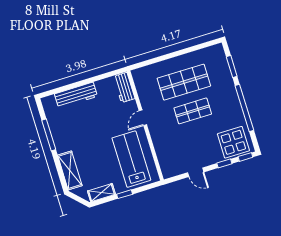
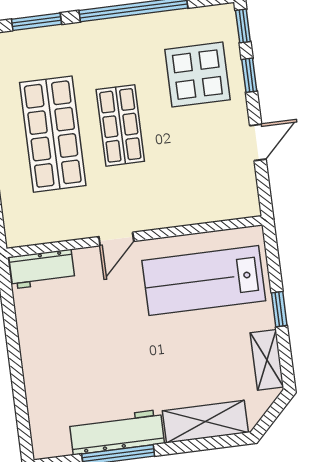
workbench: (76, 95) -> (117, 432), moved, turned -90
door: (143, 118) -> (116, 239), hinge flipped
display table: (233, 142) -> (197, 75), moved

